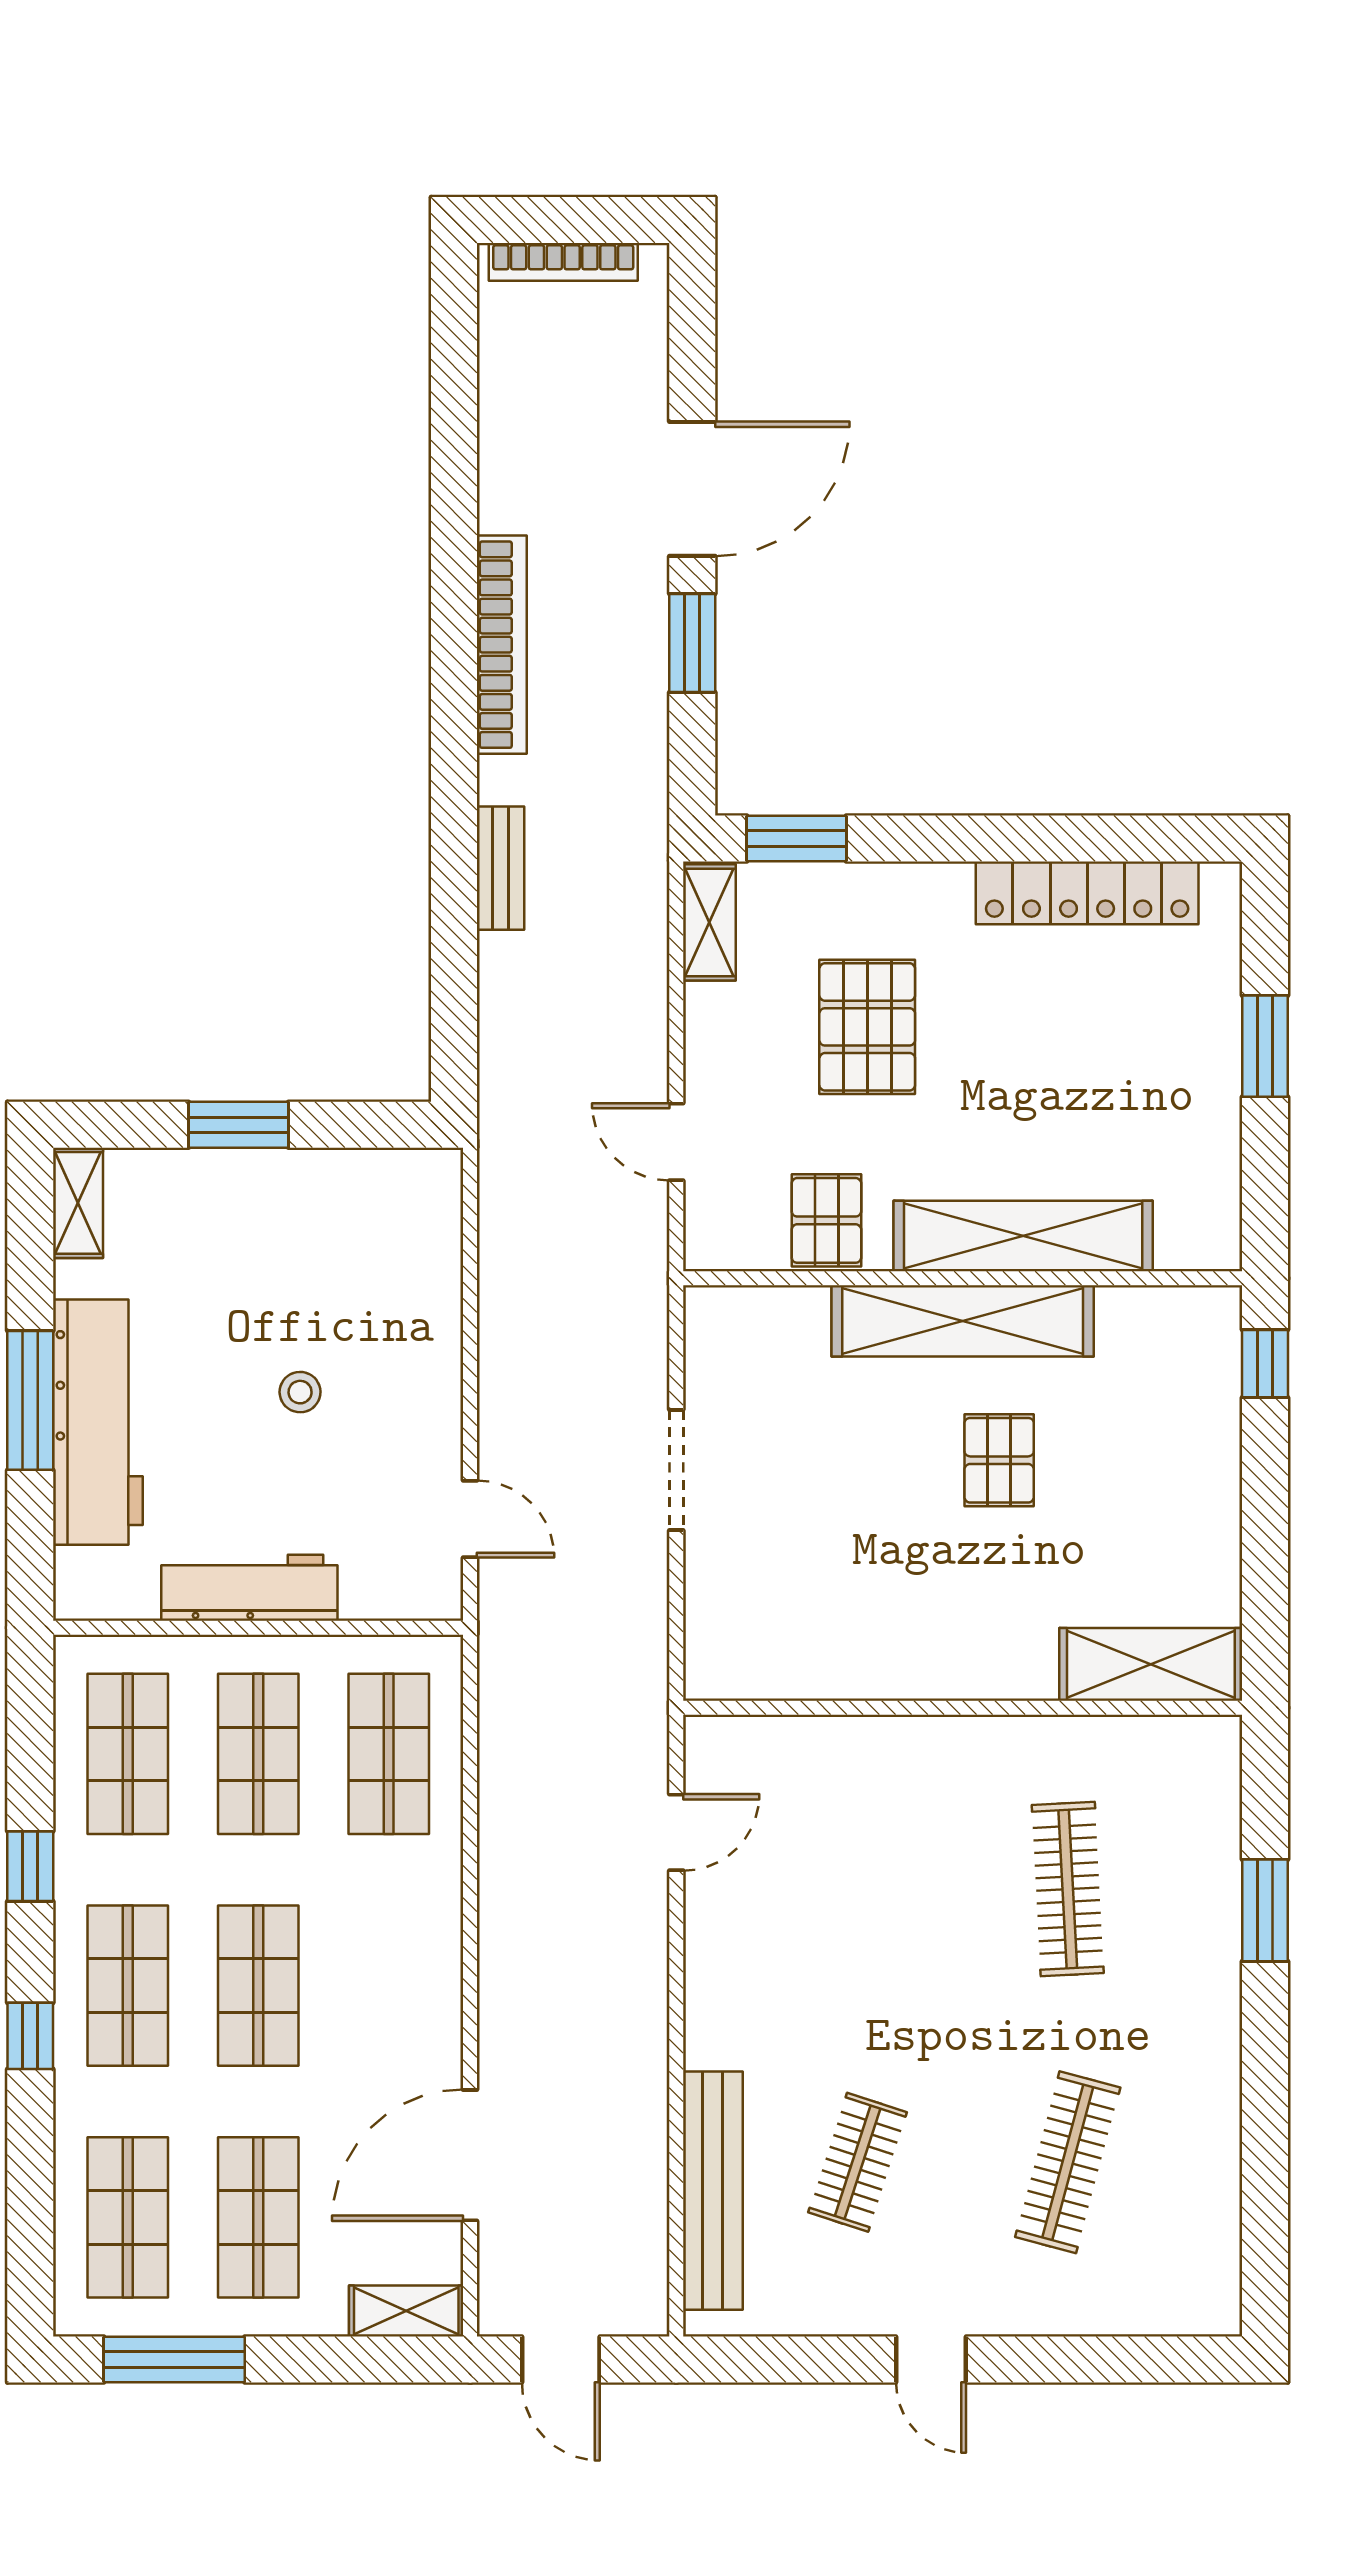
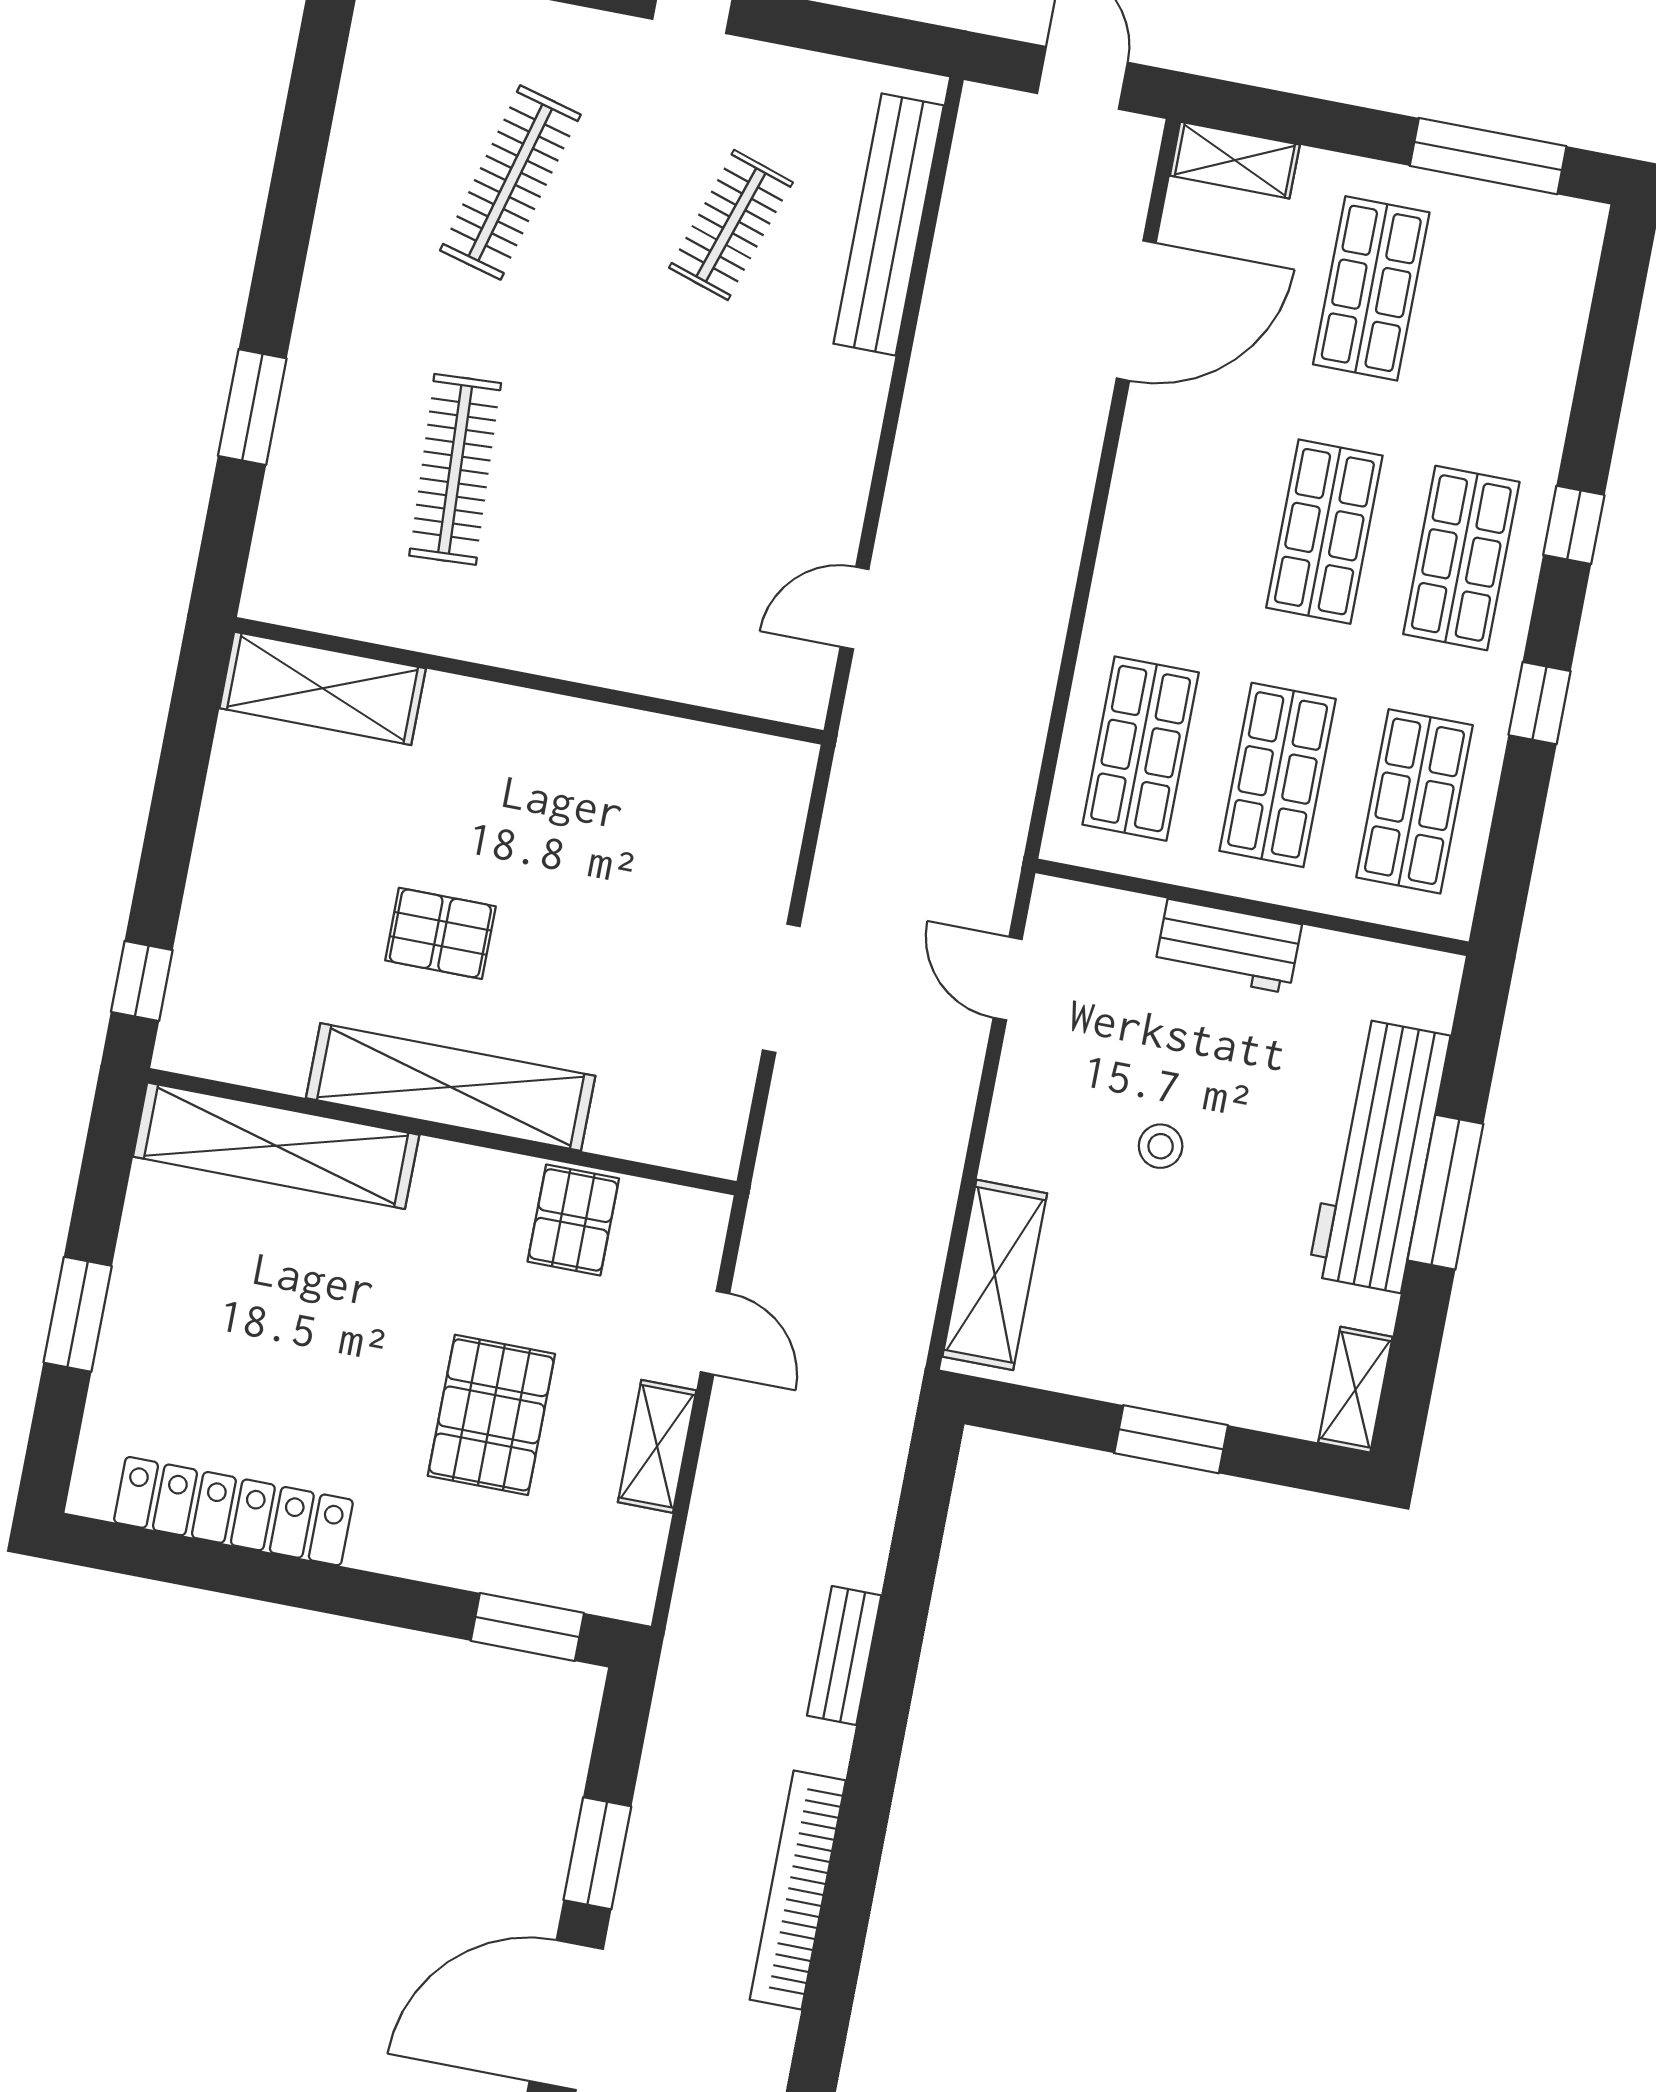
shelving: (709, 922) -> (657, 1446), moved
shelving: (1023, 1236) -> (276, 1146), moved
shelving: (430, 1244) -> (995, 1275), added
pallet: (999, 1460) -> (440, 933), turned 90
workbench: (249, 1588) -> (1228, 946), width x0.73
shop shelf: (128, 2217) -> (1508, 315), removed

